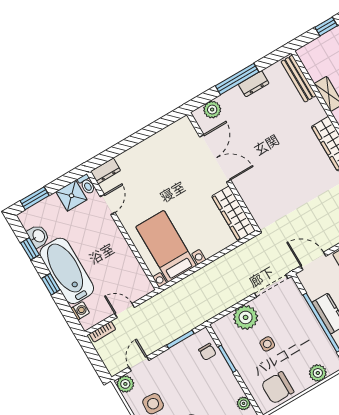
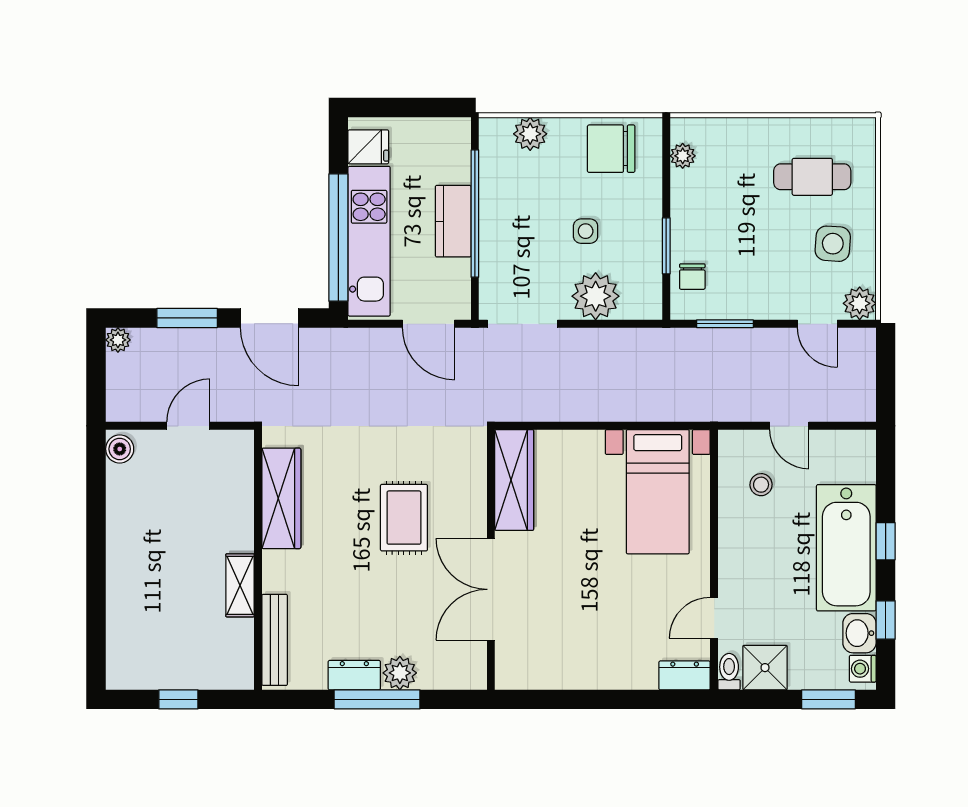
plant: (212, 110) -> (400, 673), moved
rug: (273, 168) -> (404, 518), added
stool: (122, 277) -> (761, 485), added
washing machine: (80, 311) -> (863, 669), moved
bookcase: (102, 332) -> (846, 412), removed
chair: (207, 352) -> (692, 277), turned 180
door: (139, 364) -> (817, 324), hinge flipped
chair: (278, 388) -> (611, 149), turned 180

